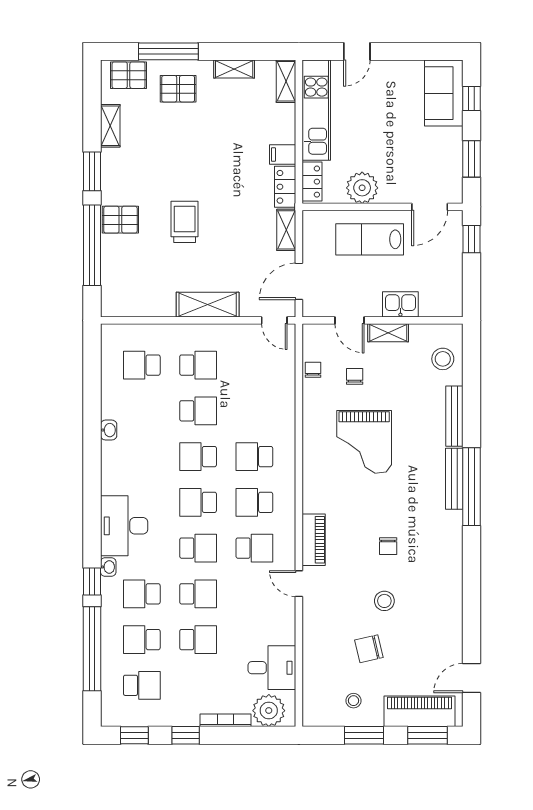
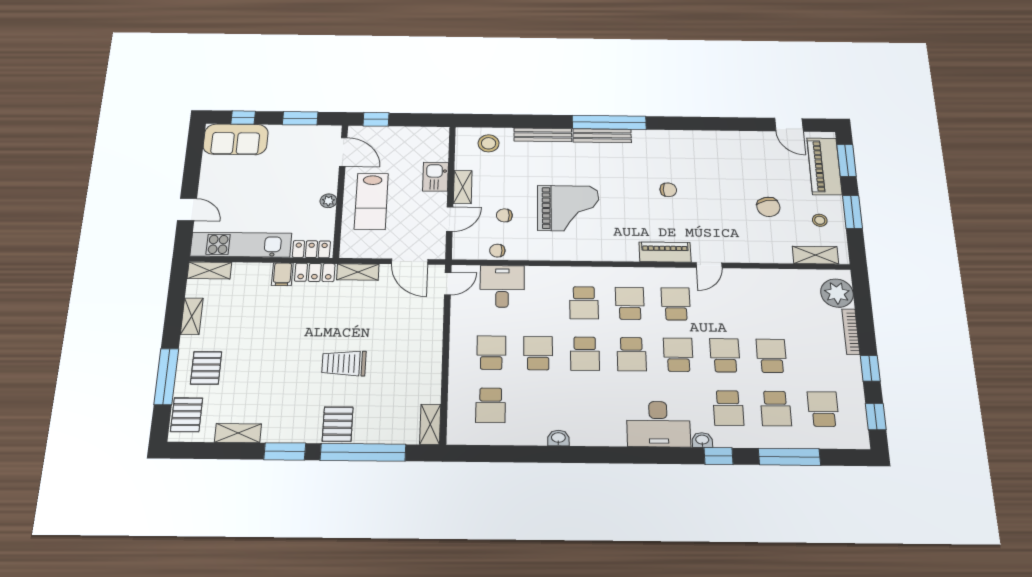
plant: (362, 188) -> (328, 201), width x0.53, depth x0.53
shelving: (208, 305) -> (430, 424), moved, width x0.67, depth x0.75
school desk: (254, 502) -> (630, 303), turned 180
stool: (384, 601) -> (721, 193), removed
window: (92, 649) -> (789, 457), width x0.68
desk: (272, 668) -> (502, 286), moved
shelving: (312, 693) -> (815, 255), added

